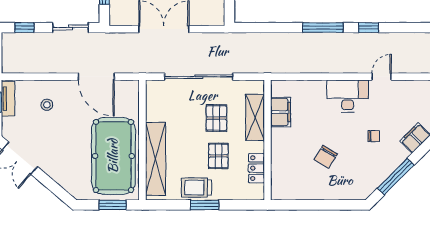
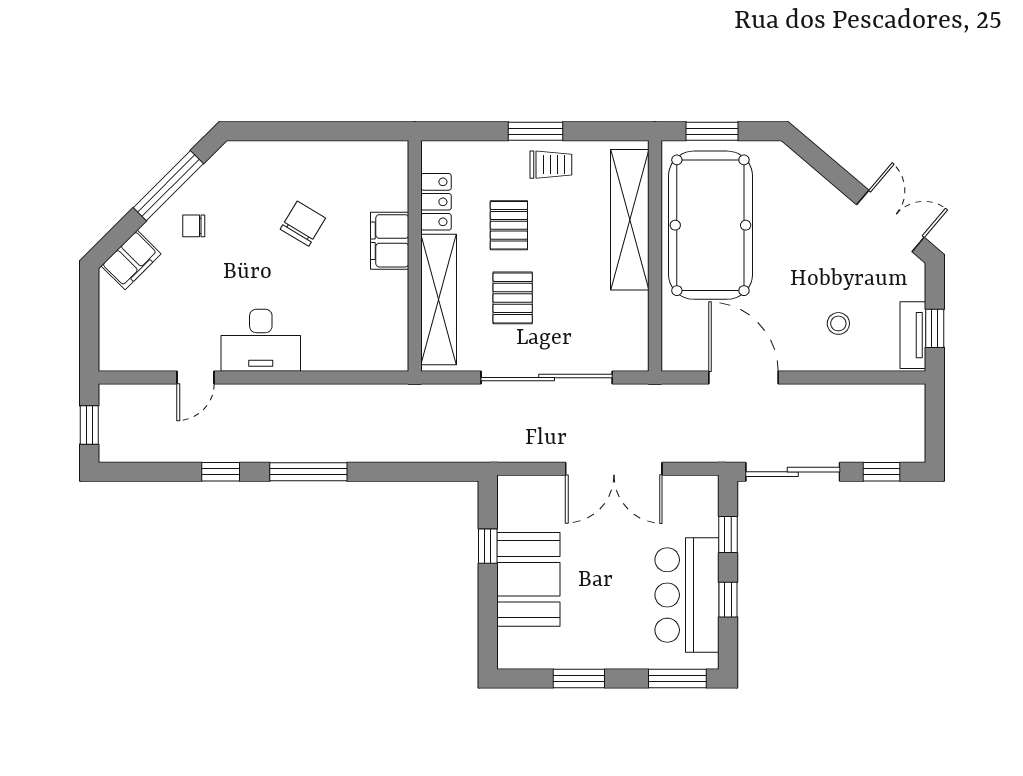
sliding door: (71, 28) -> (793, 472), width x1.37
filing cabinet: (281, 112) -> (390, 241), moved
shelving: (255, 117) -> (439, 300), width x1.47
chair: (374, 136) -> (194, 226), moved
trolley: (197, 188) -> (551, 165), width x0.73, depth x0.72

